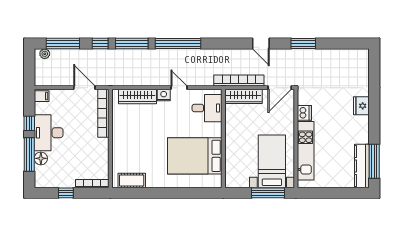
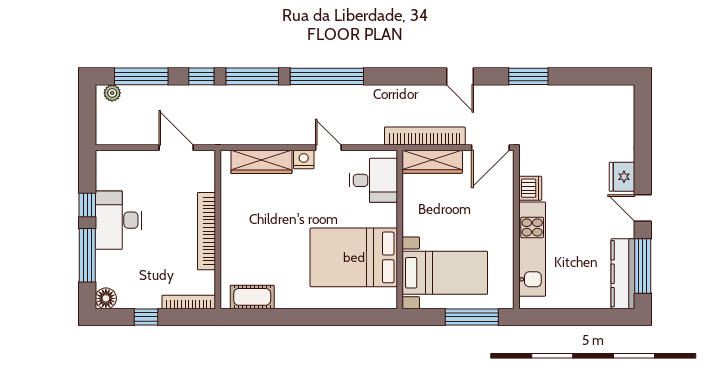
filing cabinet: (42, 96) -> (107, 161), removed
bookcase: (103, 113) -> (206, 231), moved
door: (374, 125) -> (643, 208), added
floor lamp: (41, 158) -> (106, 298), moved
bed with nightstands: (272, 161) -> (445, 273), moved, turned 90

